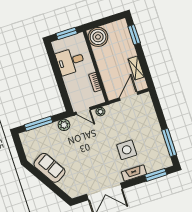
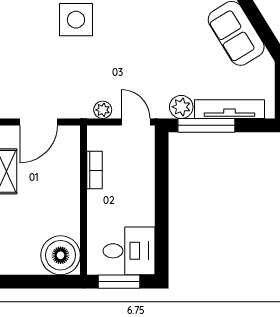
desk: (70, 61) -> (129, 251), moved
window: (38, 124) -> (206, 125), moved
tv unit: (41, 131) -> (230, 109), added

